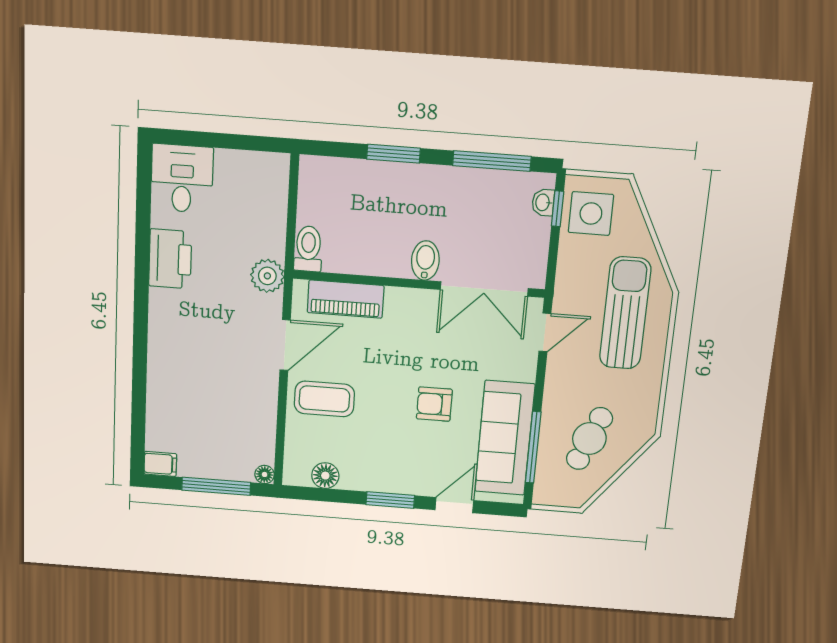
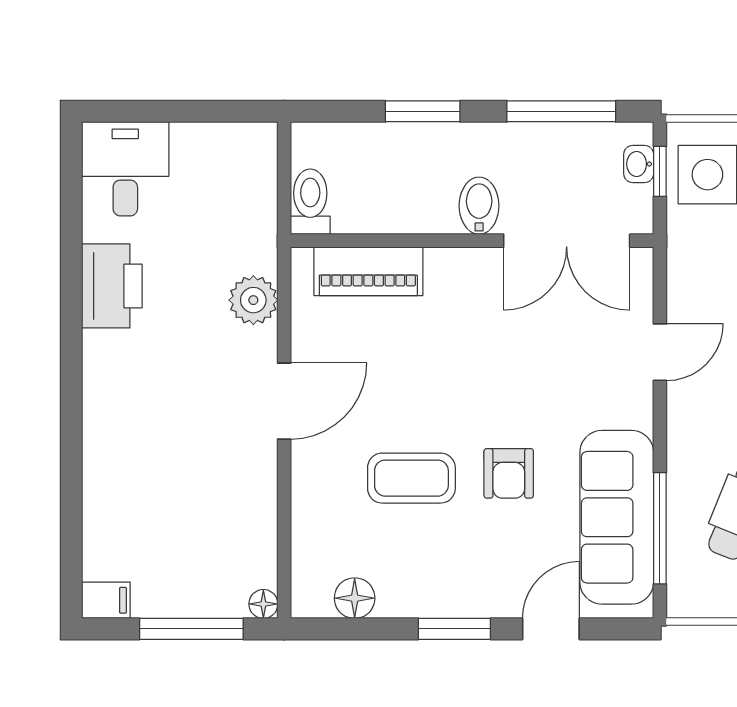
toilet: (308, 249) -> (310, 202), moved
bidet: (425, 260) -> (479, 206), moved
wall: (419, 284) -> (472, 241), moved
double door: (484, 289) -> (567, 241), moved
piano: (346, 299) -> (368, 271), moved
coffee table: (324, 399) -> (411, 478), moved
armchair: (434, 404) -> (509, 473), turned -90

